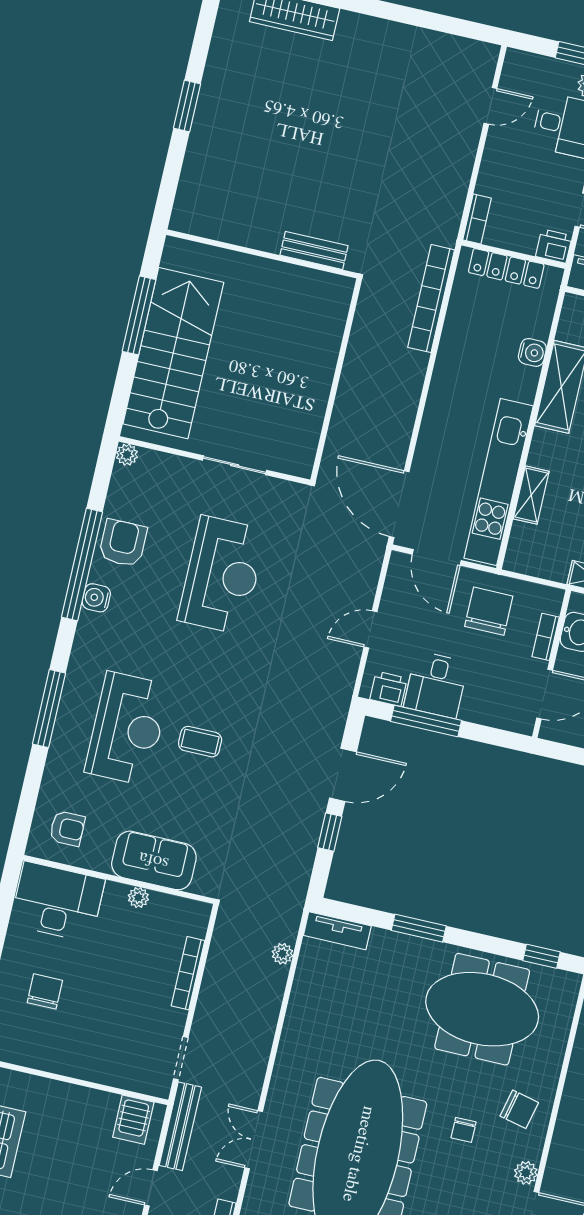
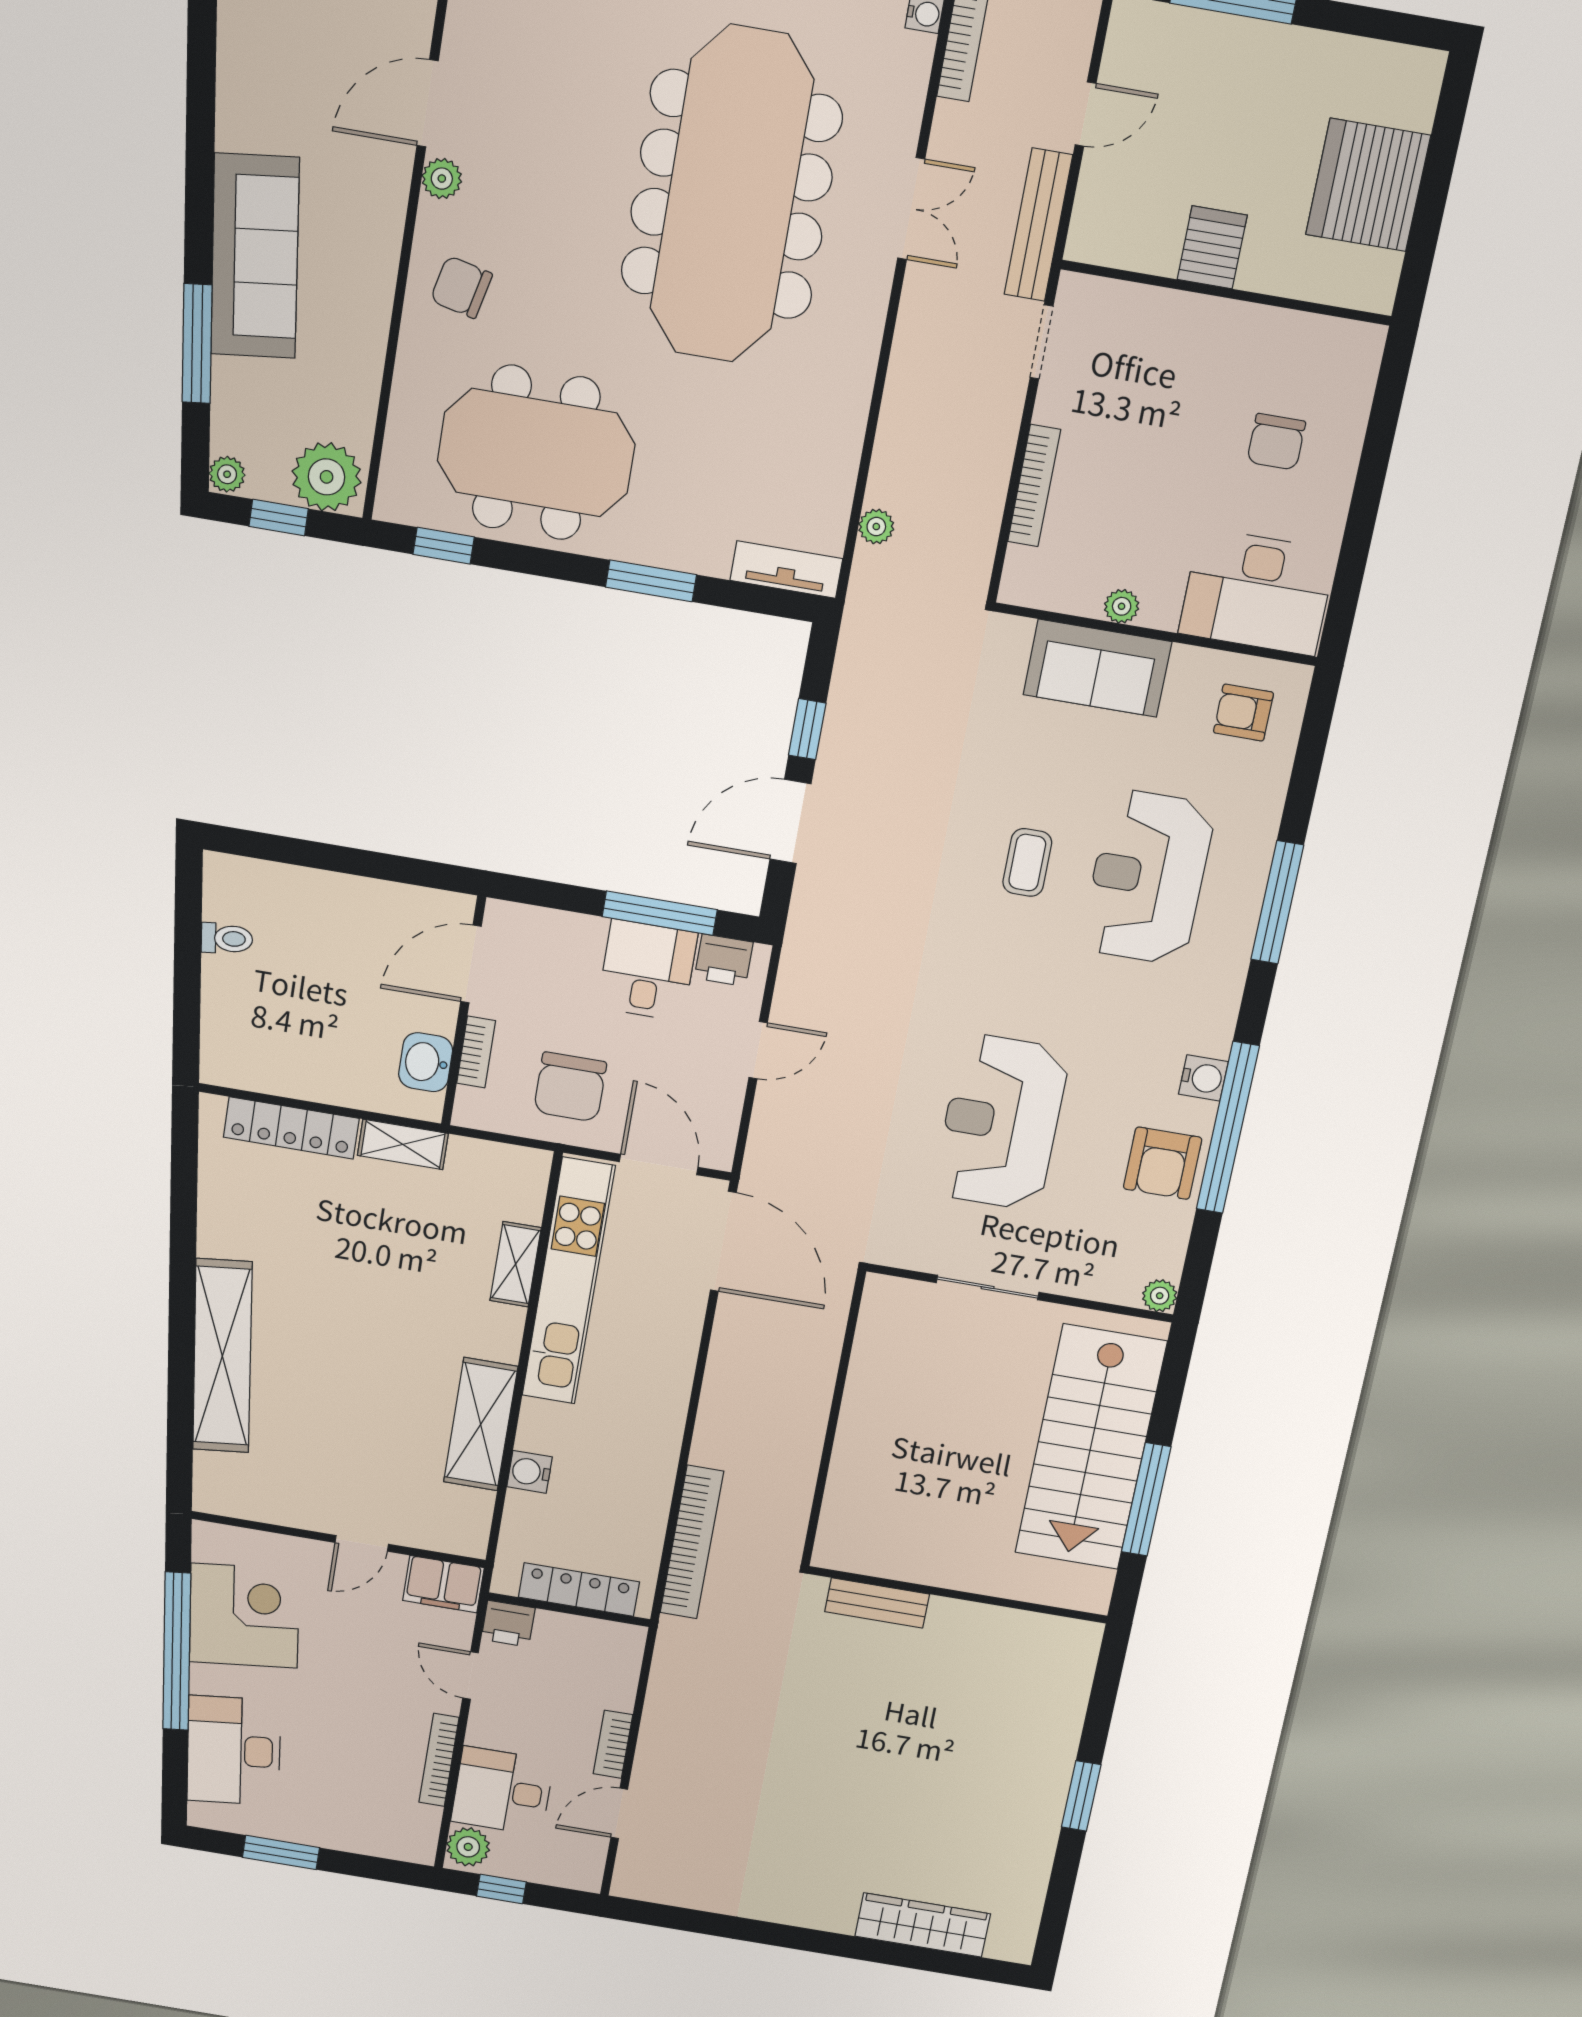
bookcase: (477, 219) -> (613, 1744), moved
coffee table: (200, 742) -> (1027, 862), turned 90
server rack: (133, 1120) -> (1212, 247), moved
chair: (464, 1130) -> (553, 246), removed

